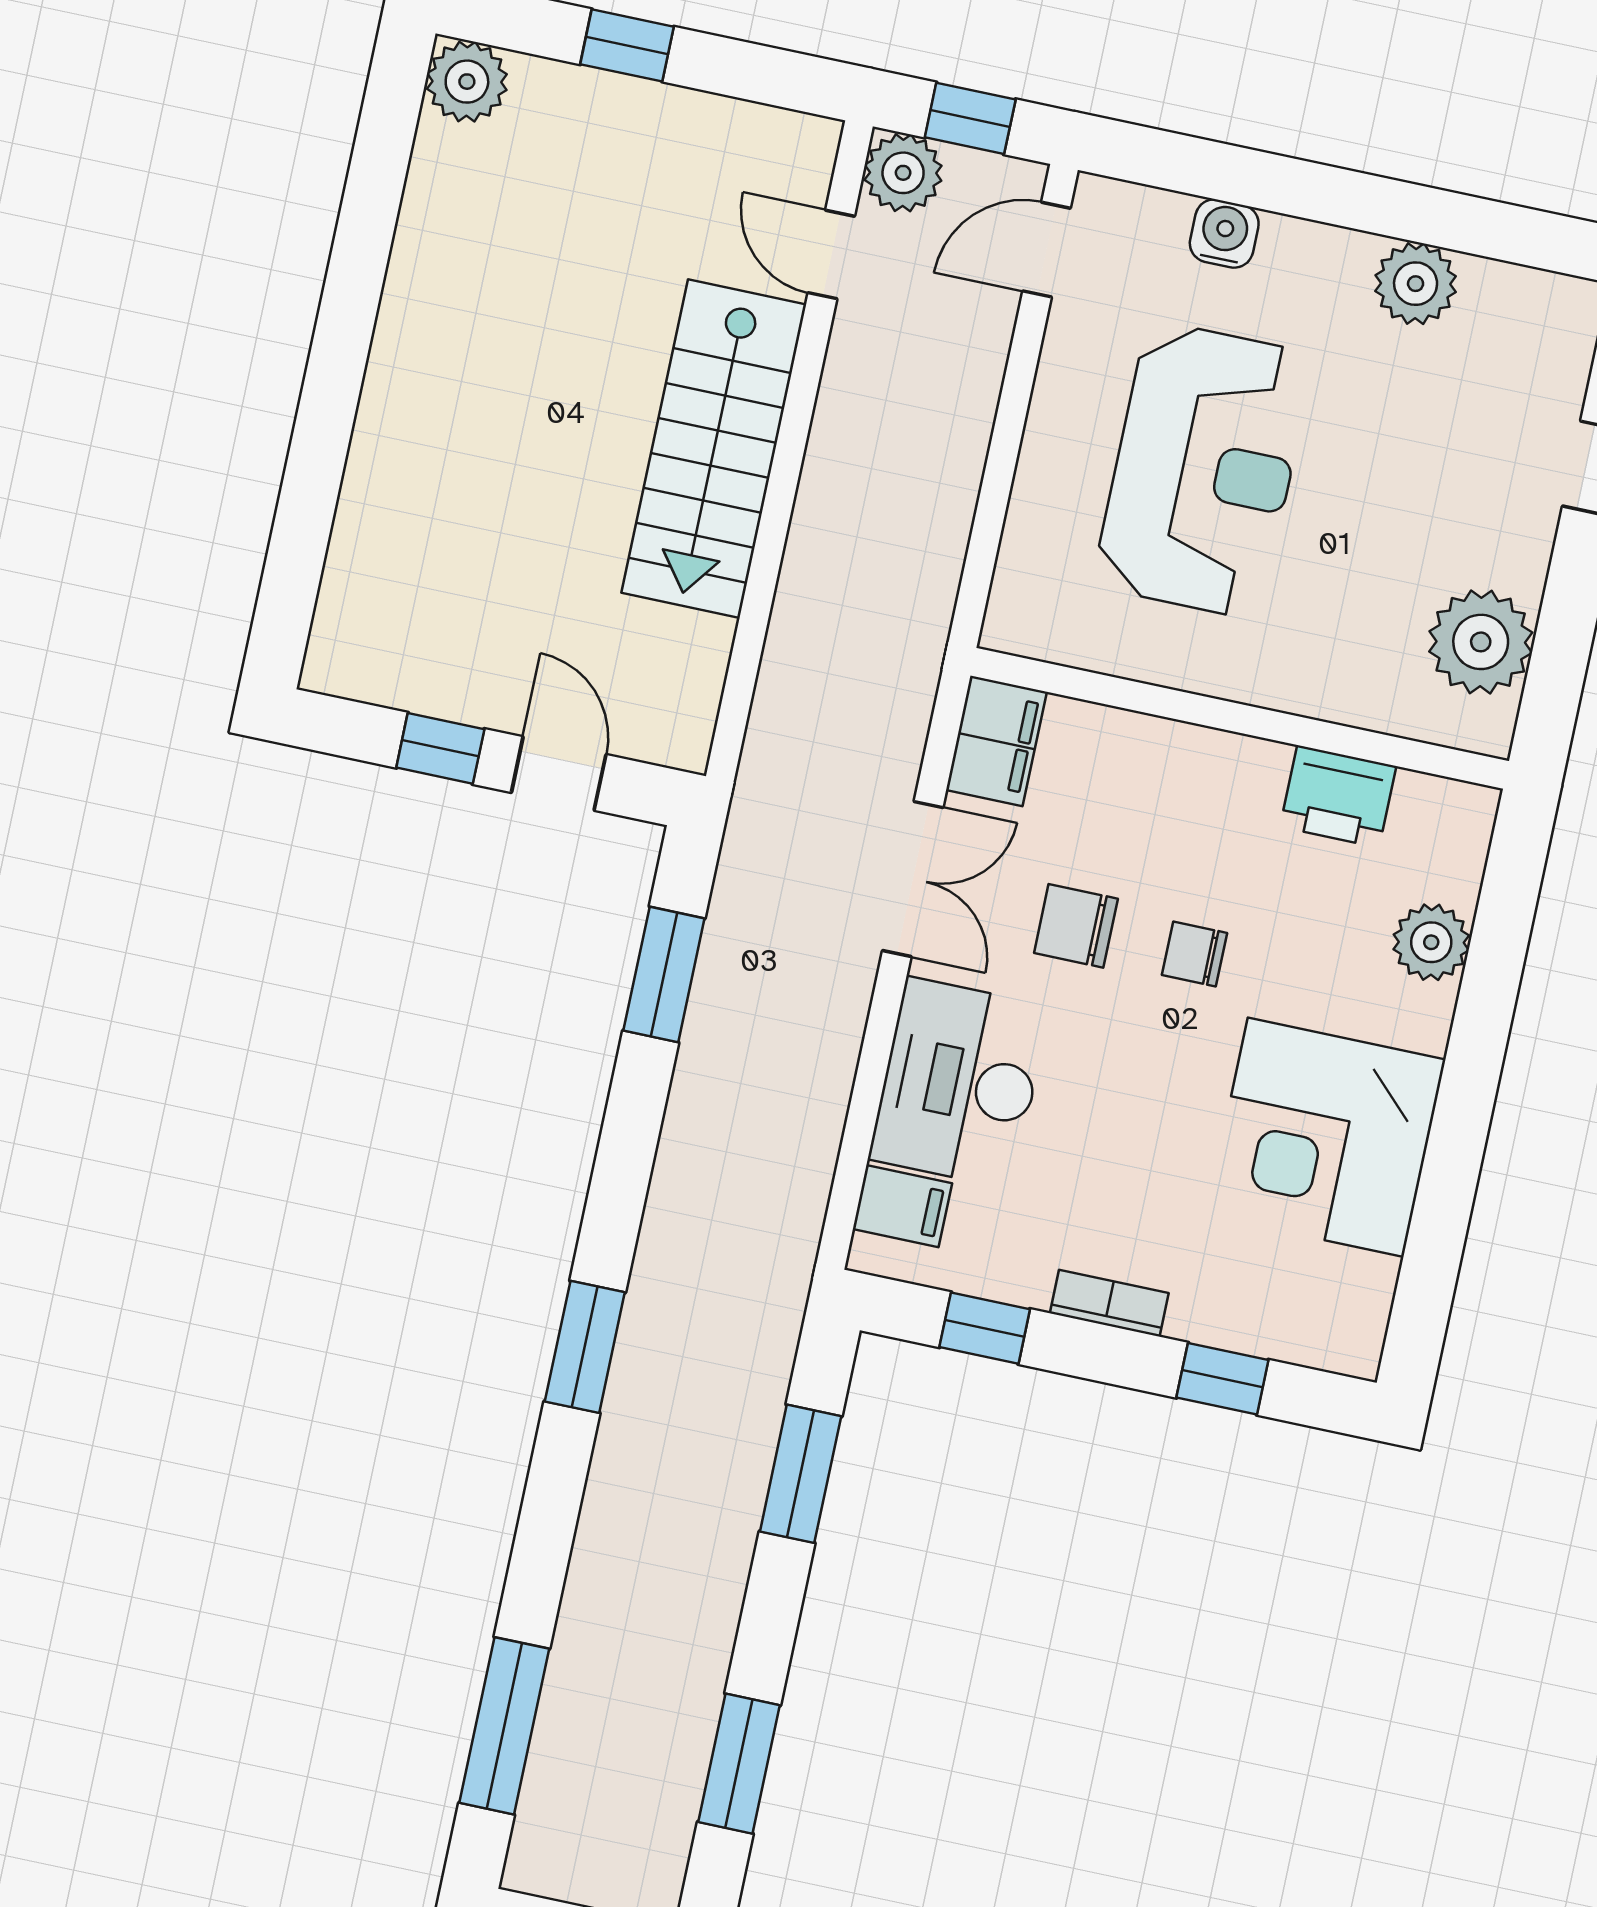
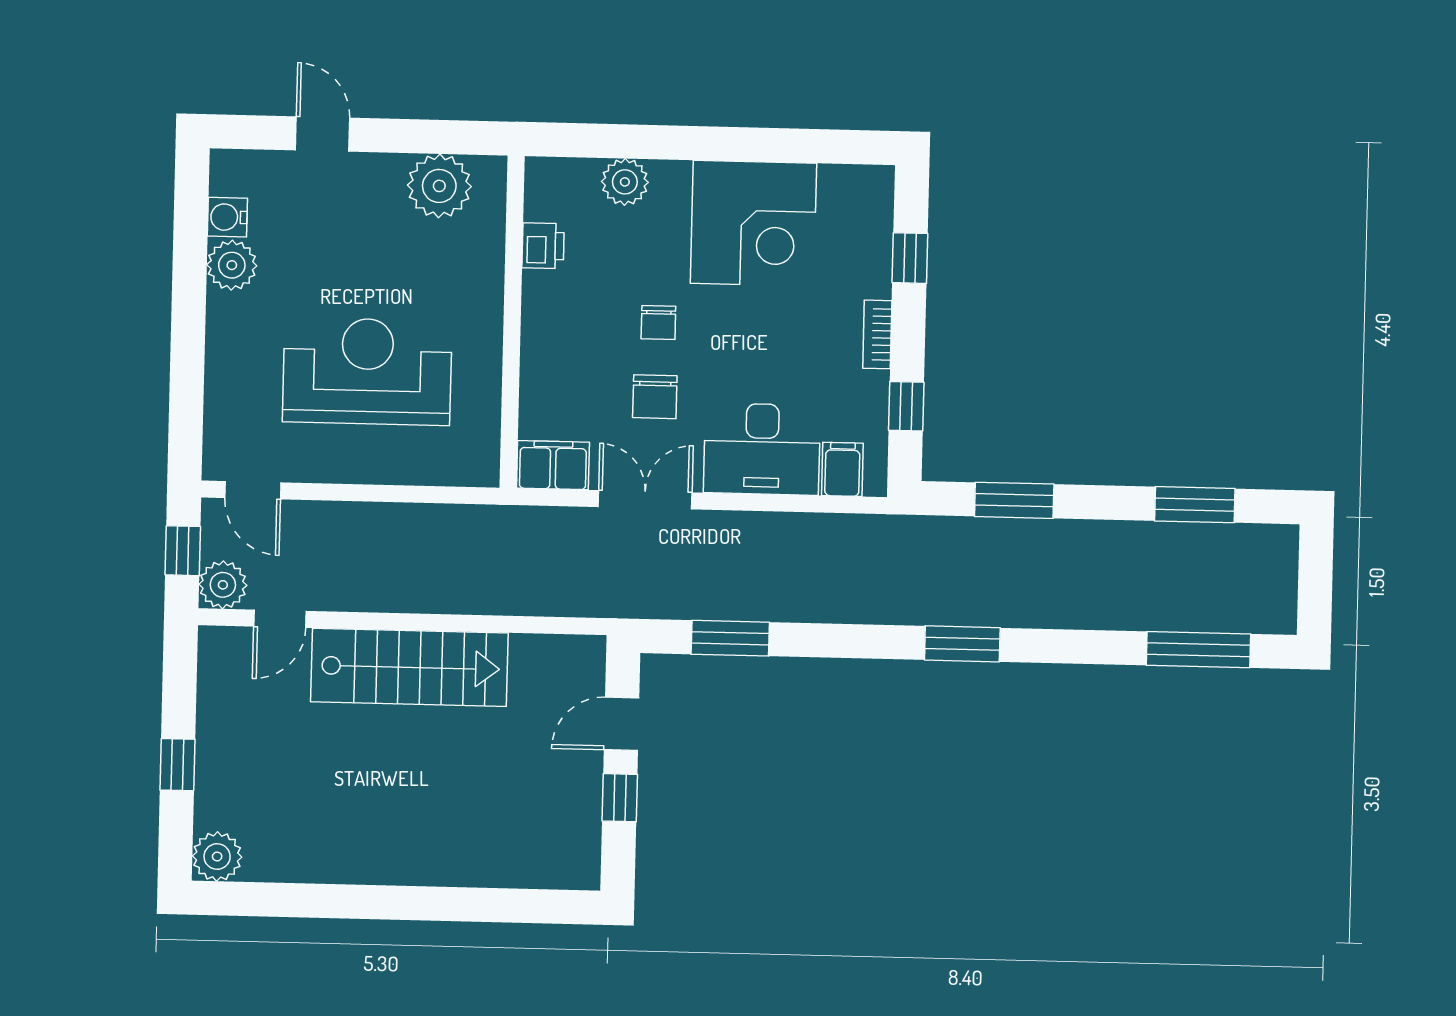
water cooler: (1224, 234) -> (227, 217), moved
printer: (1338, 796) -> (543, 246), width x0.73, depth x0.81

